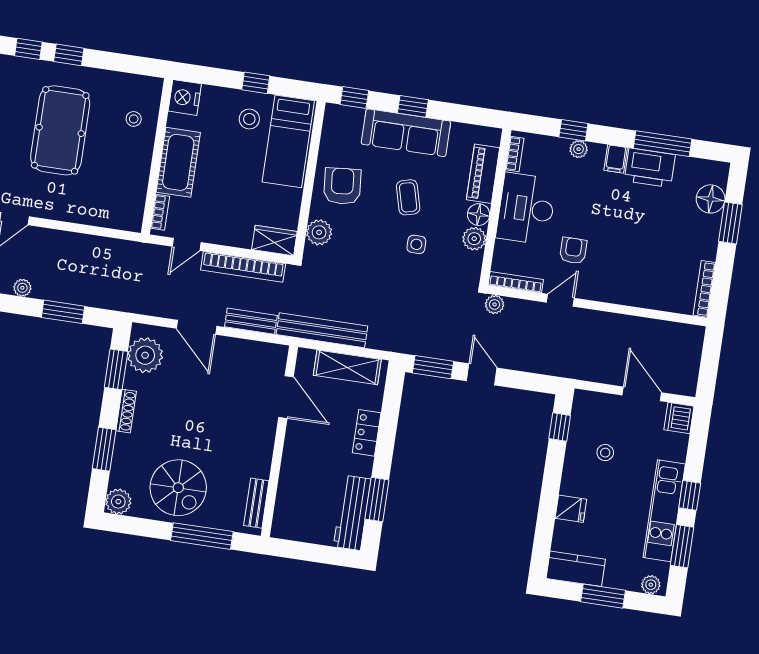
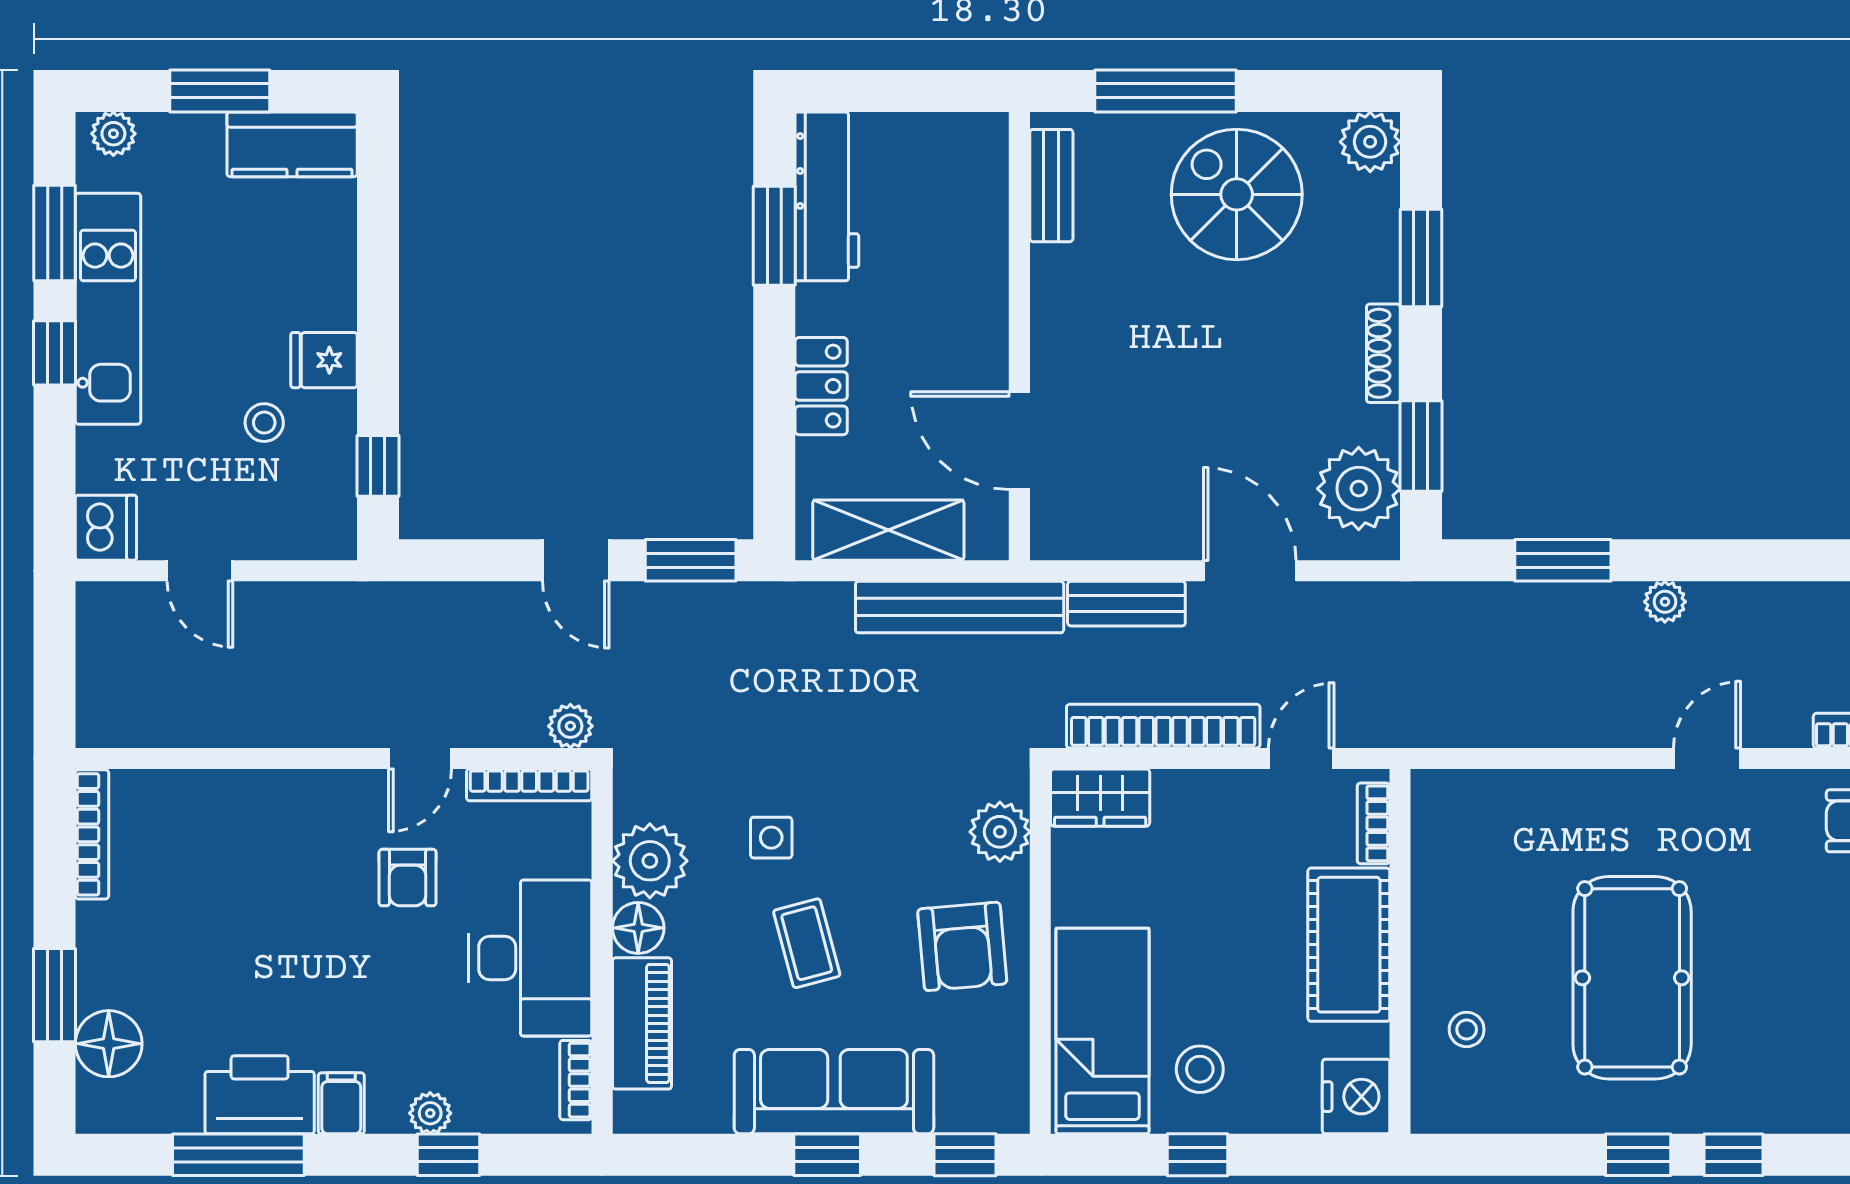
plant: (474, 239) -> (650, 861), width x1.36, depth x1.36
door: (642, 394) -> (200, 571), width x0.73
fridge: (571, 509) -> (324, 360), moved

